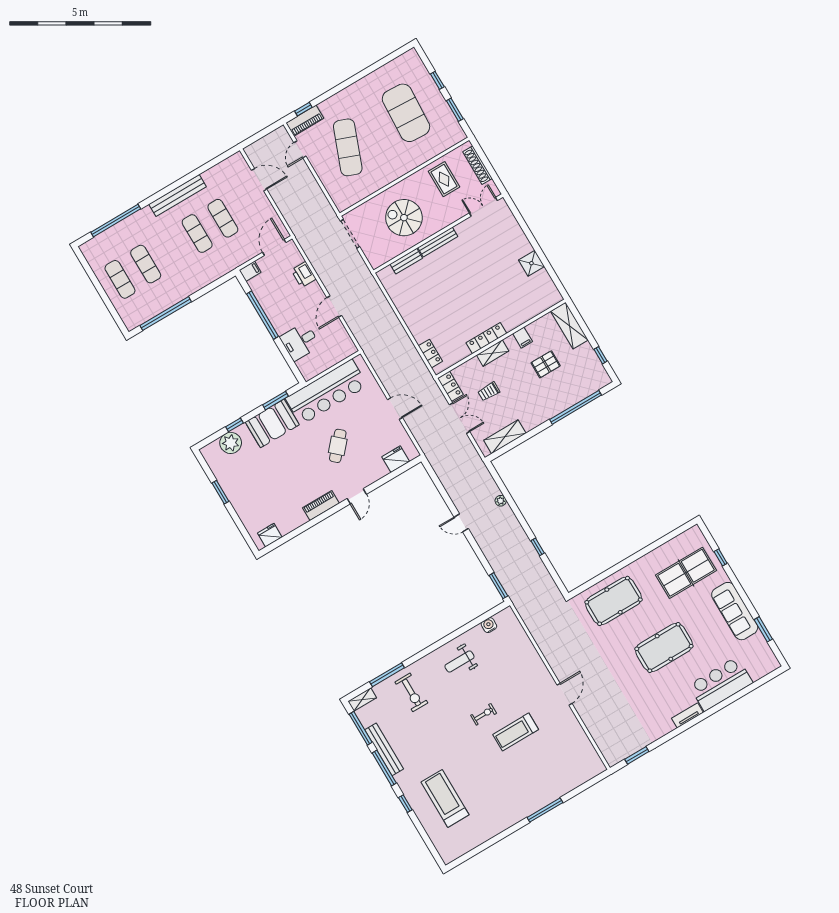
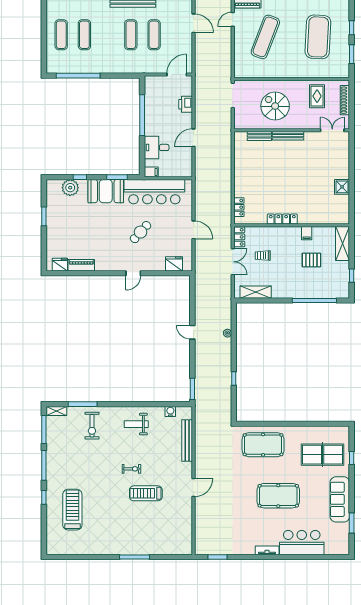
filing cabinet: (250, 271) -> (151, 172), moved
shelving: (493, 353) -> (281, 231), removed
piano: (321, 506) -> (81, 265), moved
bench: (384, 749) -> (187, 441), moved

